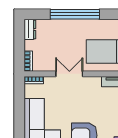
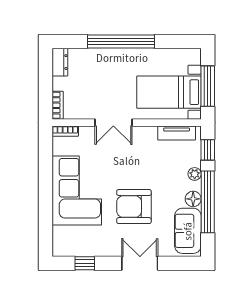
double door: (69, 74) -> (113, 123), swing flipped

